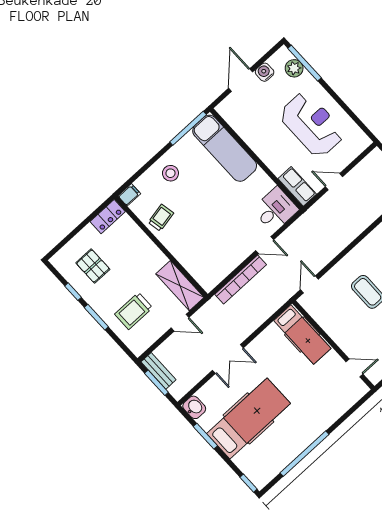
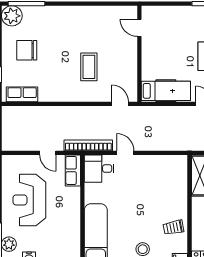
bookcase: (241, 280) -> (88, 145), moved
door: (309, 284) -> (120, 104), swing flipped
hospital bed: (302, 334) -> (166, 91), moved, turned 90

